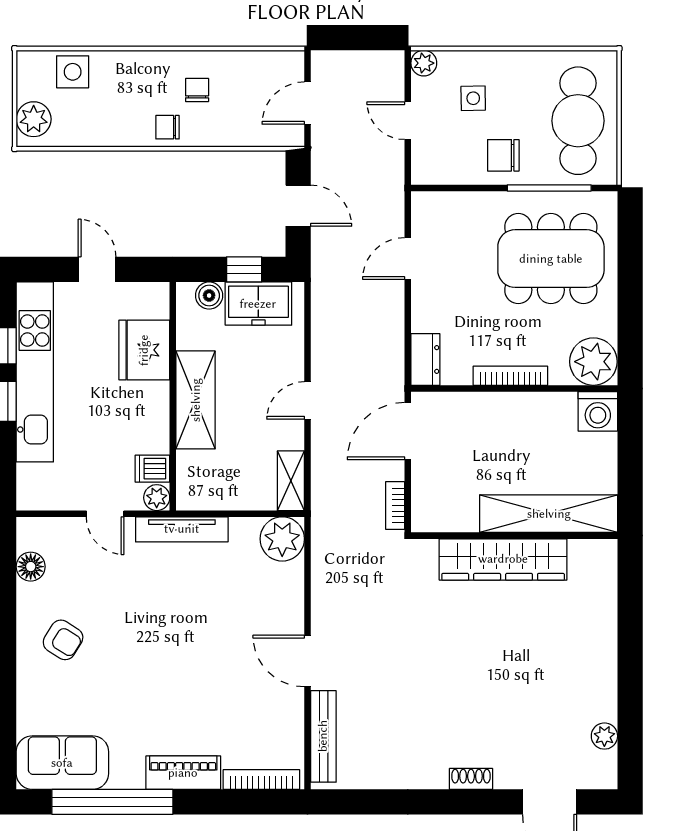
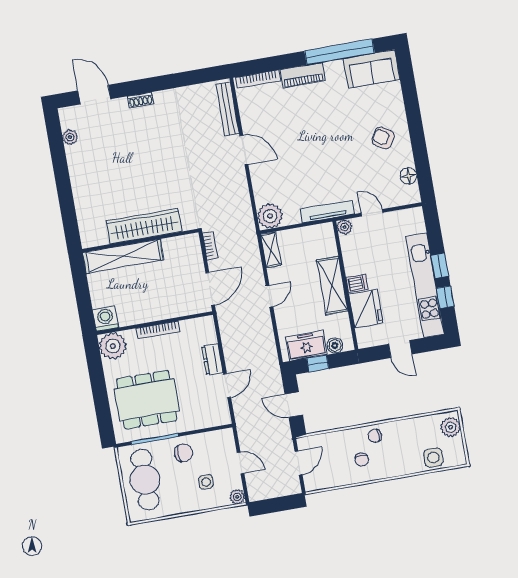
chair: (167, 127) -> (375, 436), turned 180
dresser: (425, 359) -> (212, 359), moved
dishwasher: (152, 469) -> (357, 284), moved

